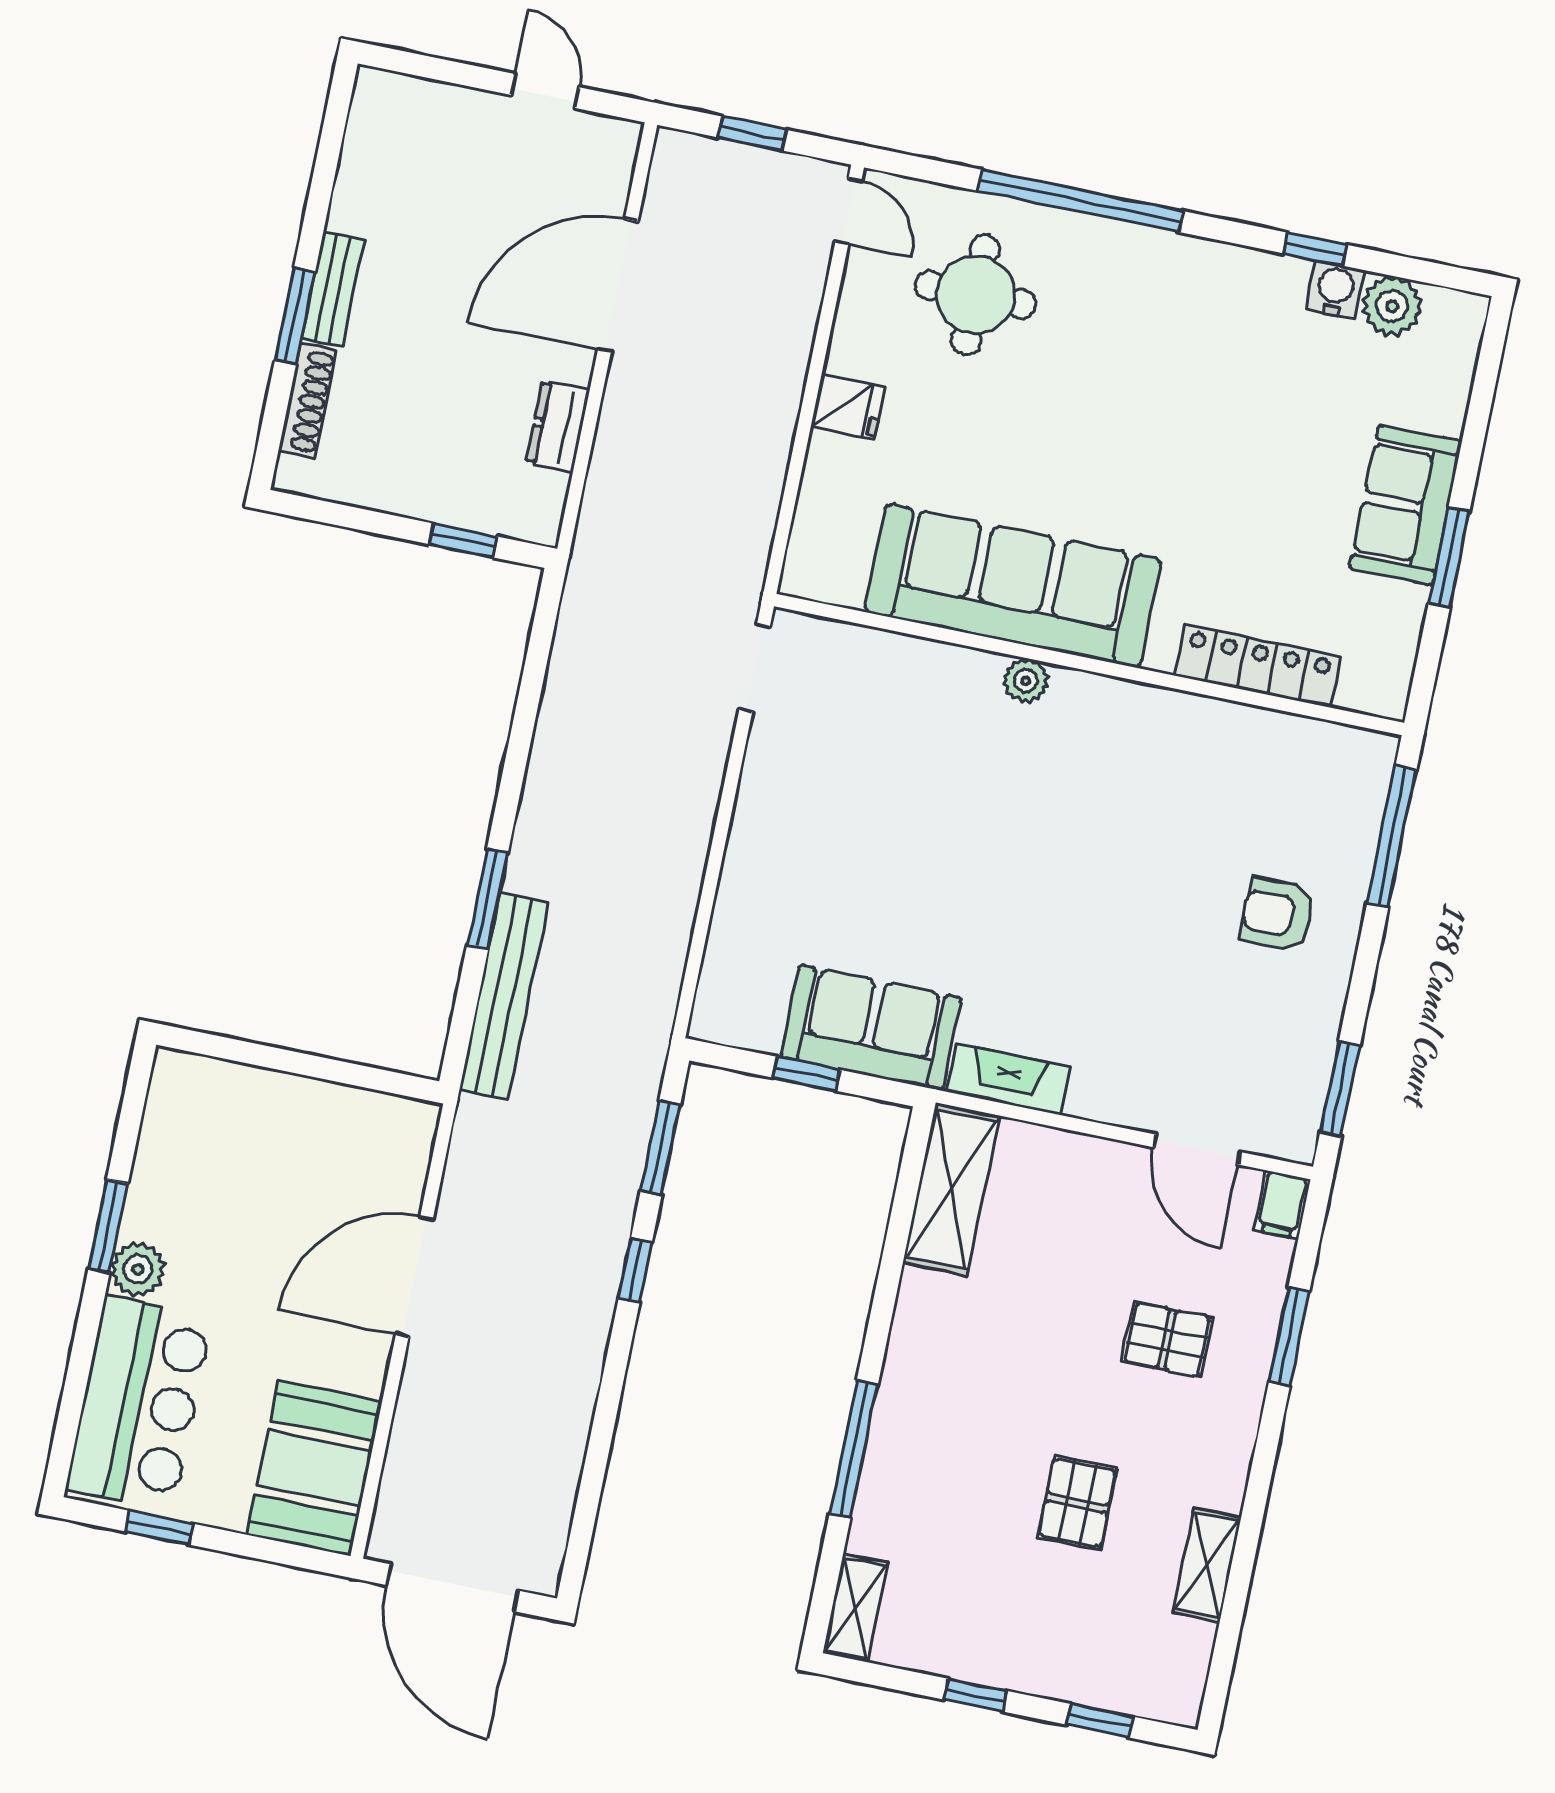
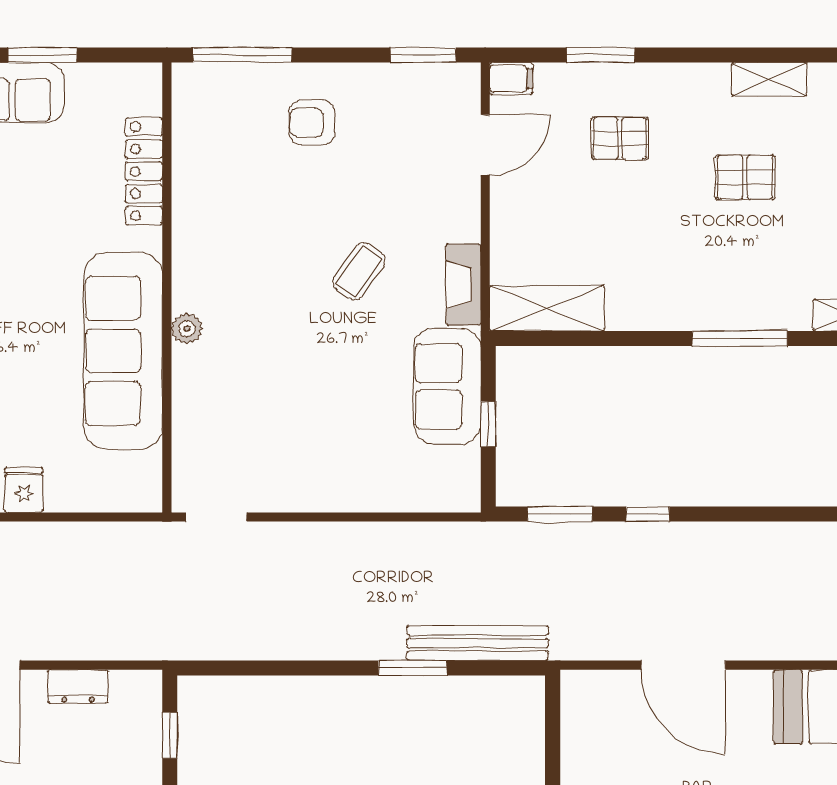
armchair: (1277, 914) -> (312, 123), turned 90
coffee table: (1057, 937) -> (359, 271), added
pallet: (1167, 1339) -> (620, 139), turned 90

